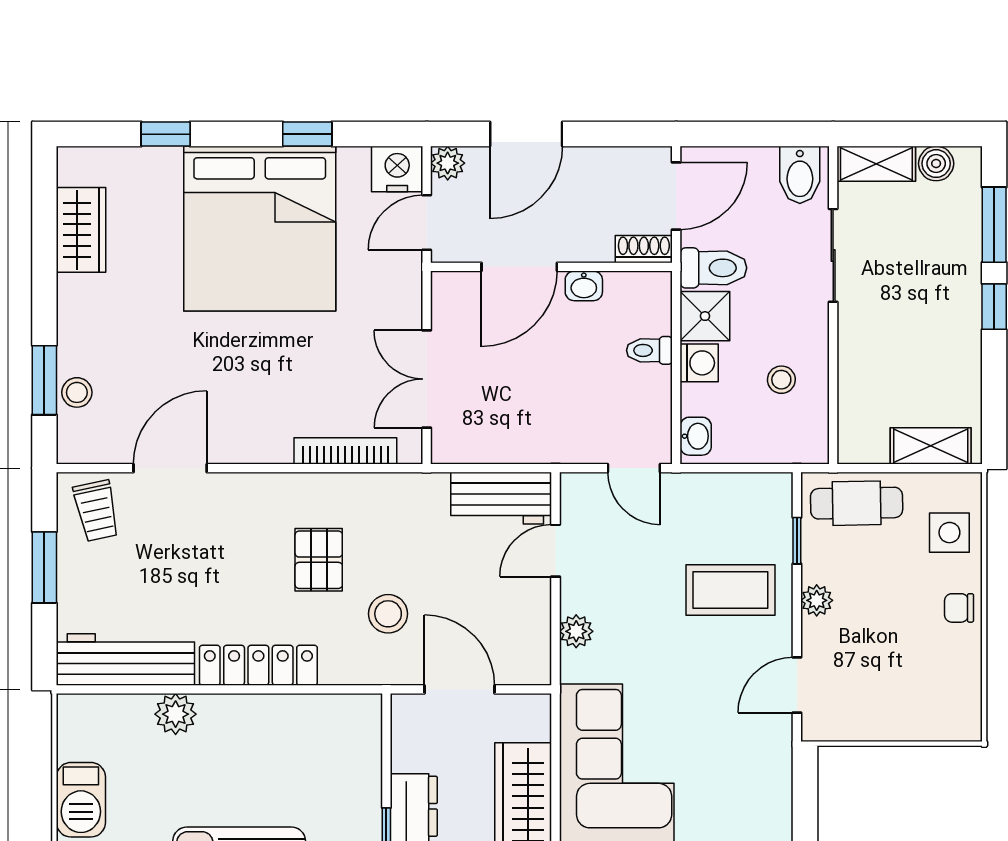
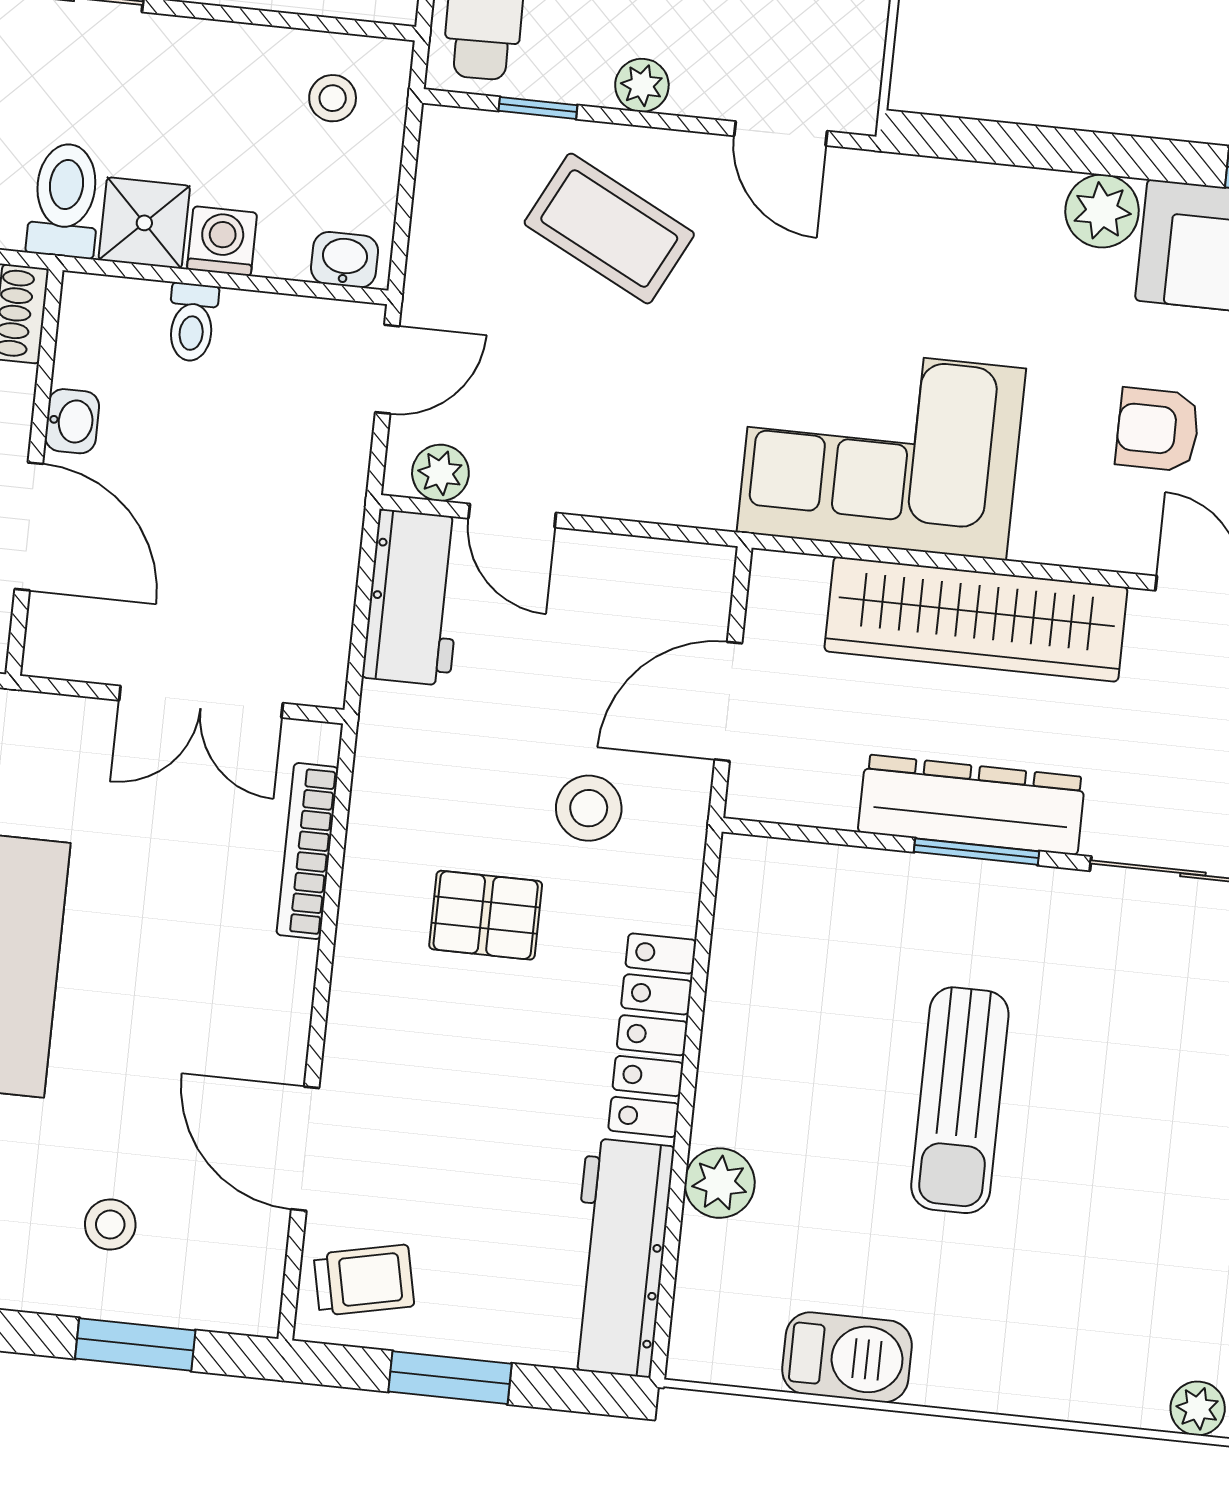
stool: (781, 380) -> (333, 98), moved
stool: (77, 392) -> (110, 1224), moved
coffee table: (730, 590) -> (609, 229), turned -63
plant: (576, 631) -> (440, 473), moved

